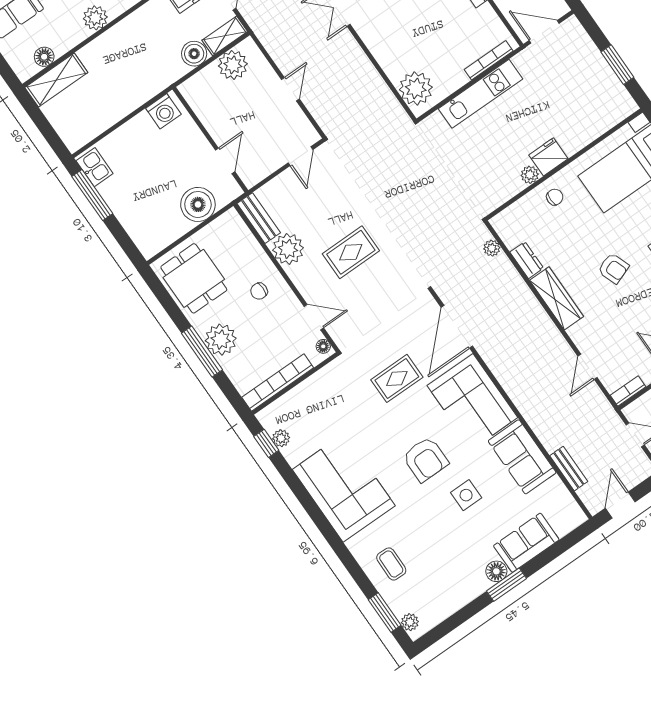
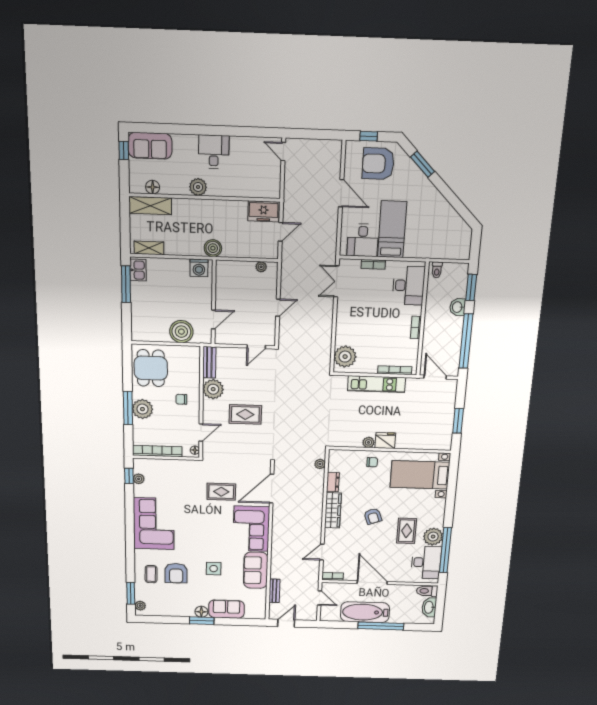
shelving: (225, 36) -> (149, 248), moved
boiler: (194, 54) -> (213, 248), moved
plant: (233, 65) -> (261, 267), width x0.53, depth x0.53
door: (314, 317) -> (201, 433), hinge flipped
armchair: (425, 459) -> (176, 573), moved

